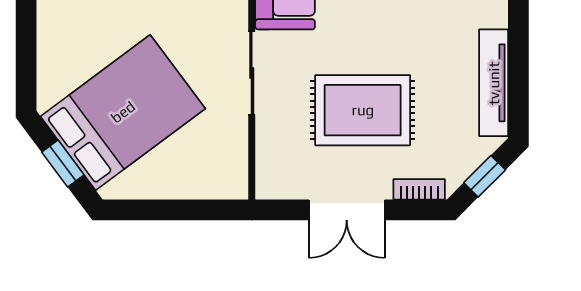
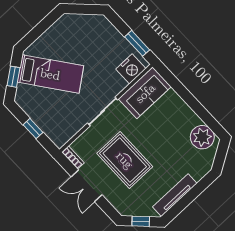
bed: (123, 112) -> (50, 74), width x0.67
bookcase: (419, 189) -> (73, 157), moved
window: (175, 210) -> (33, 129), added

